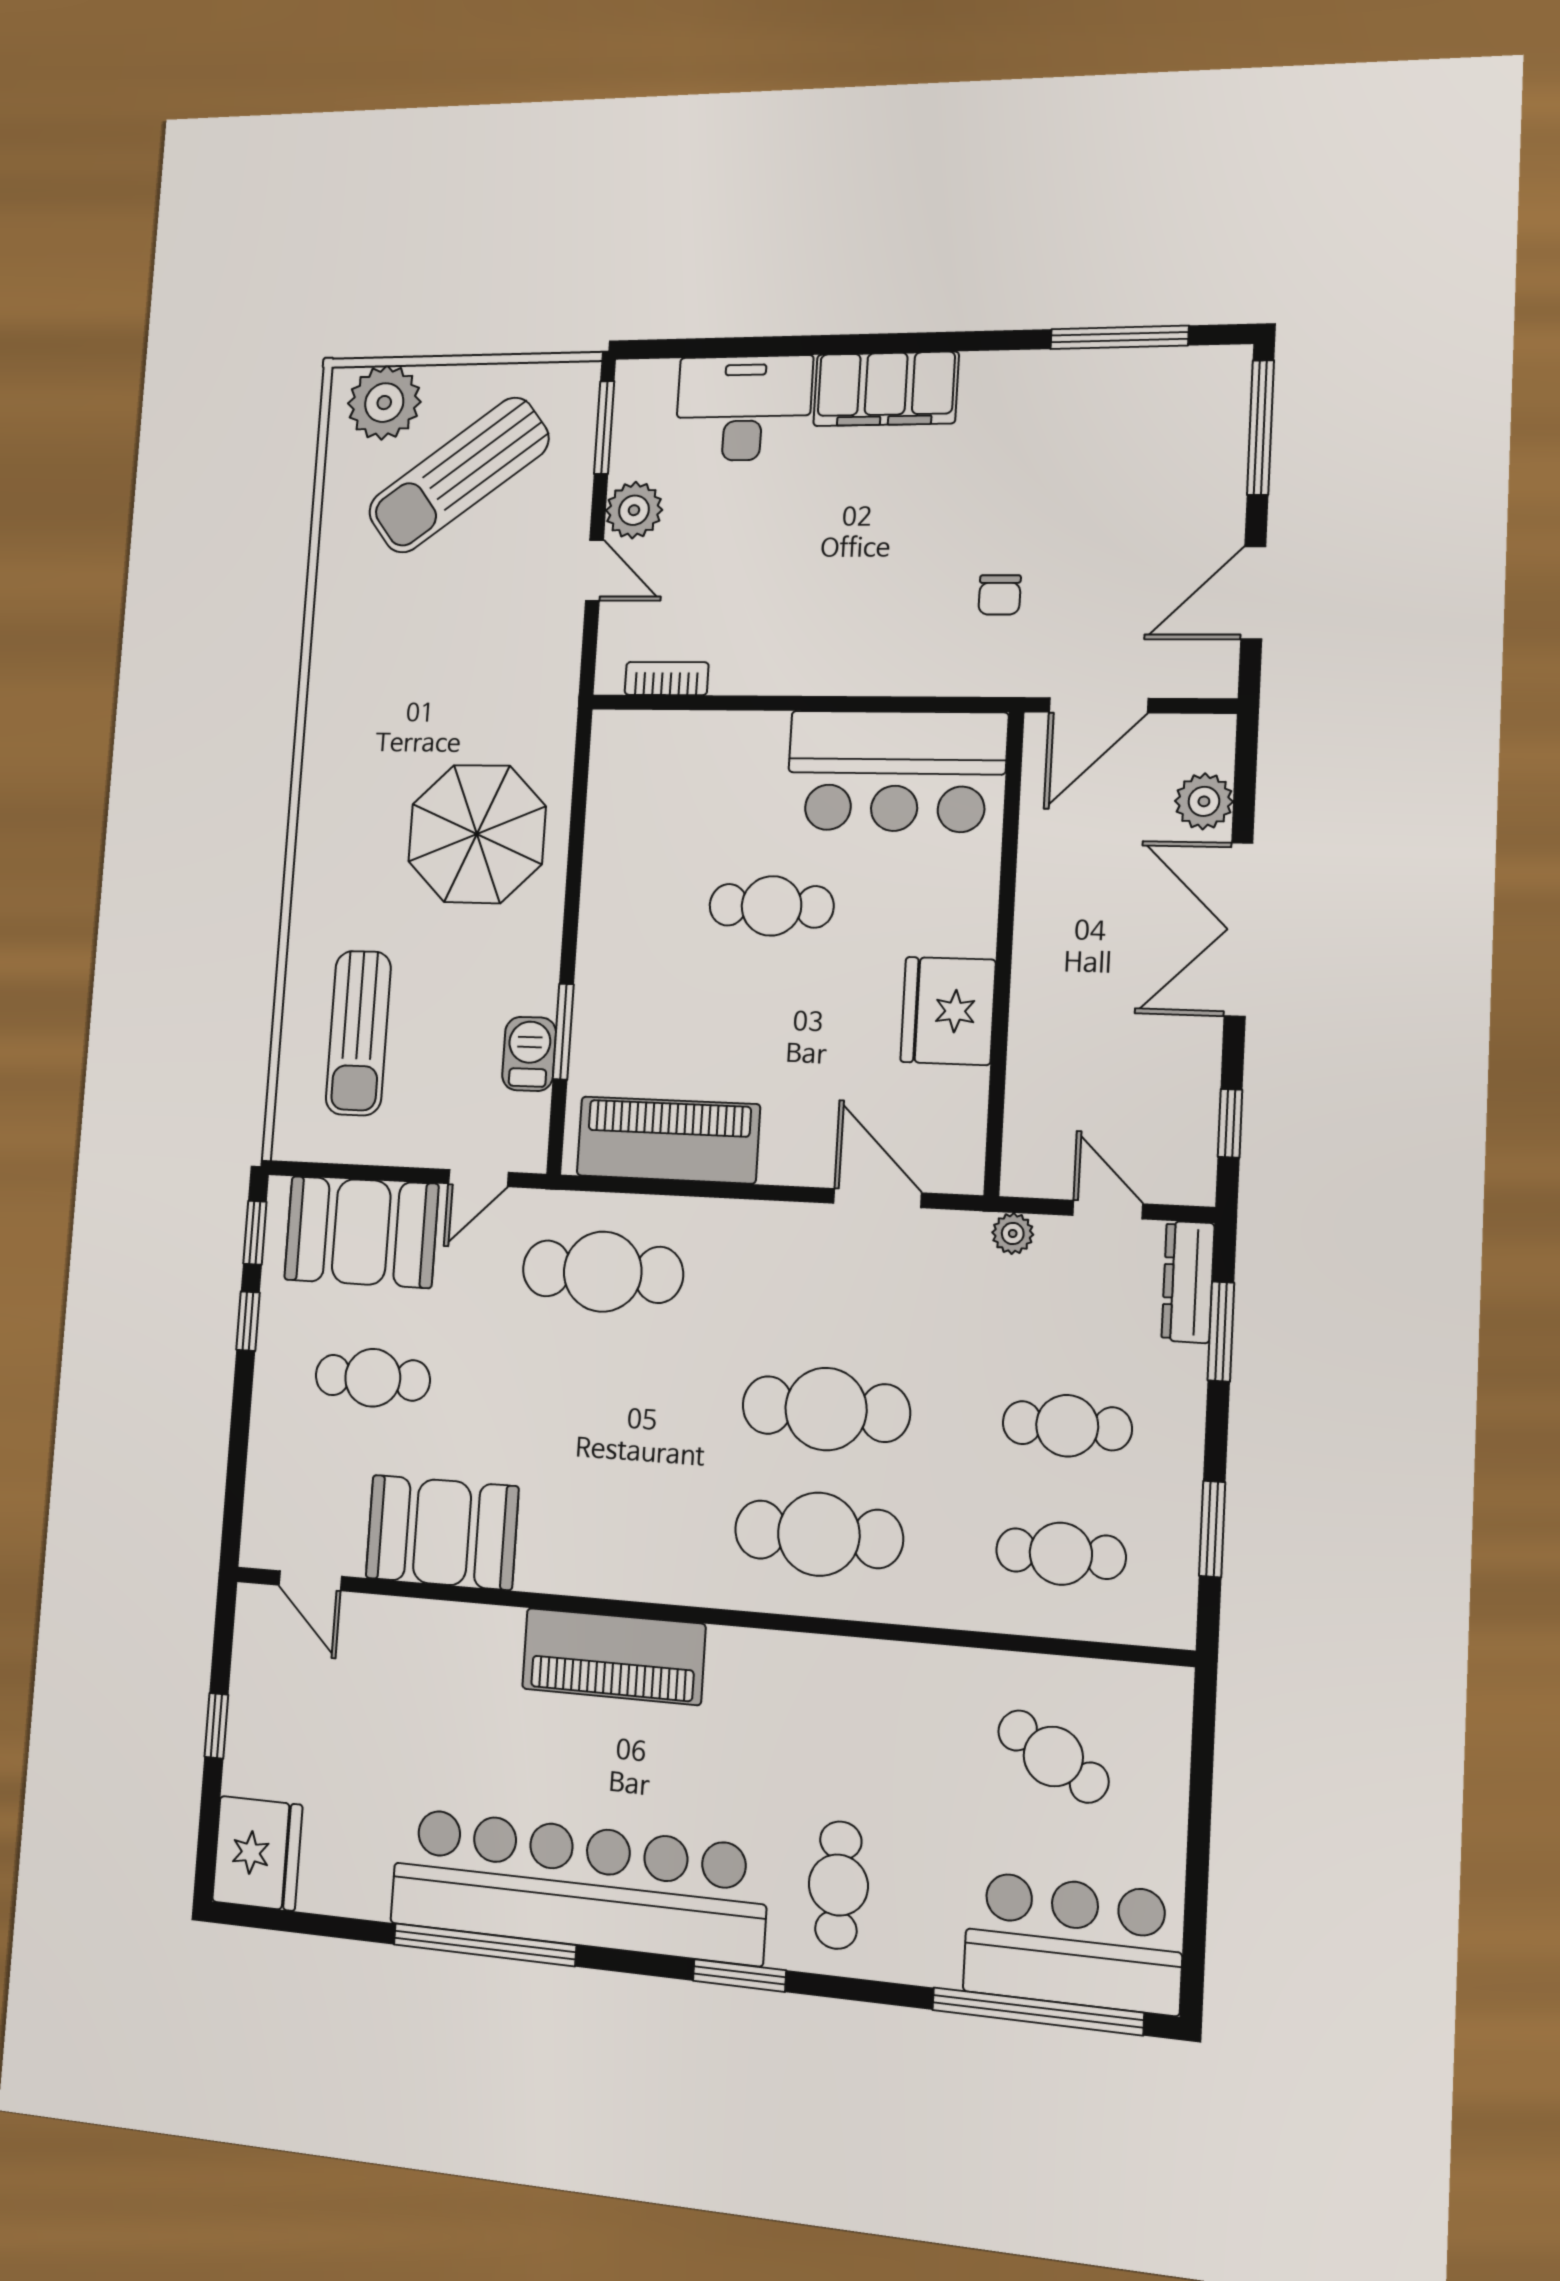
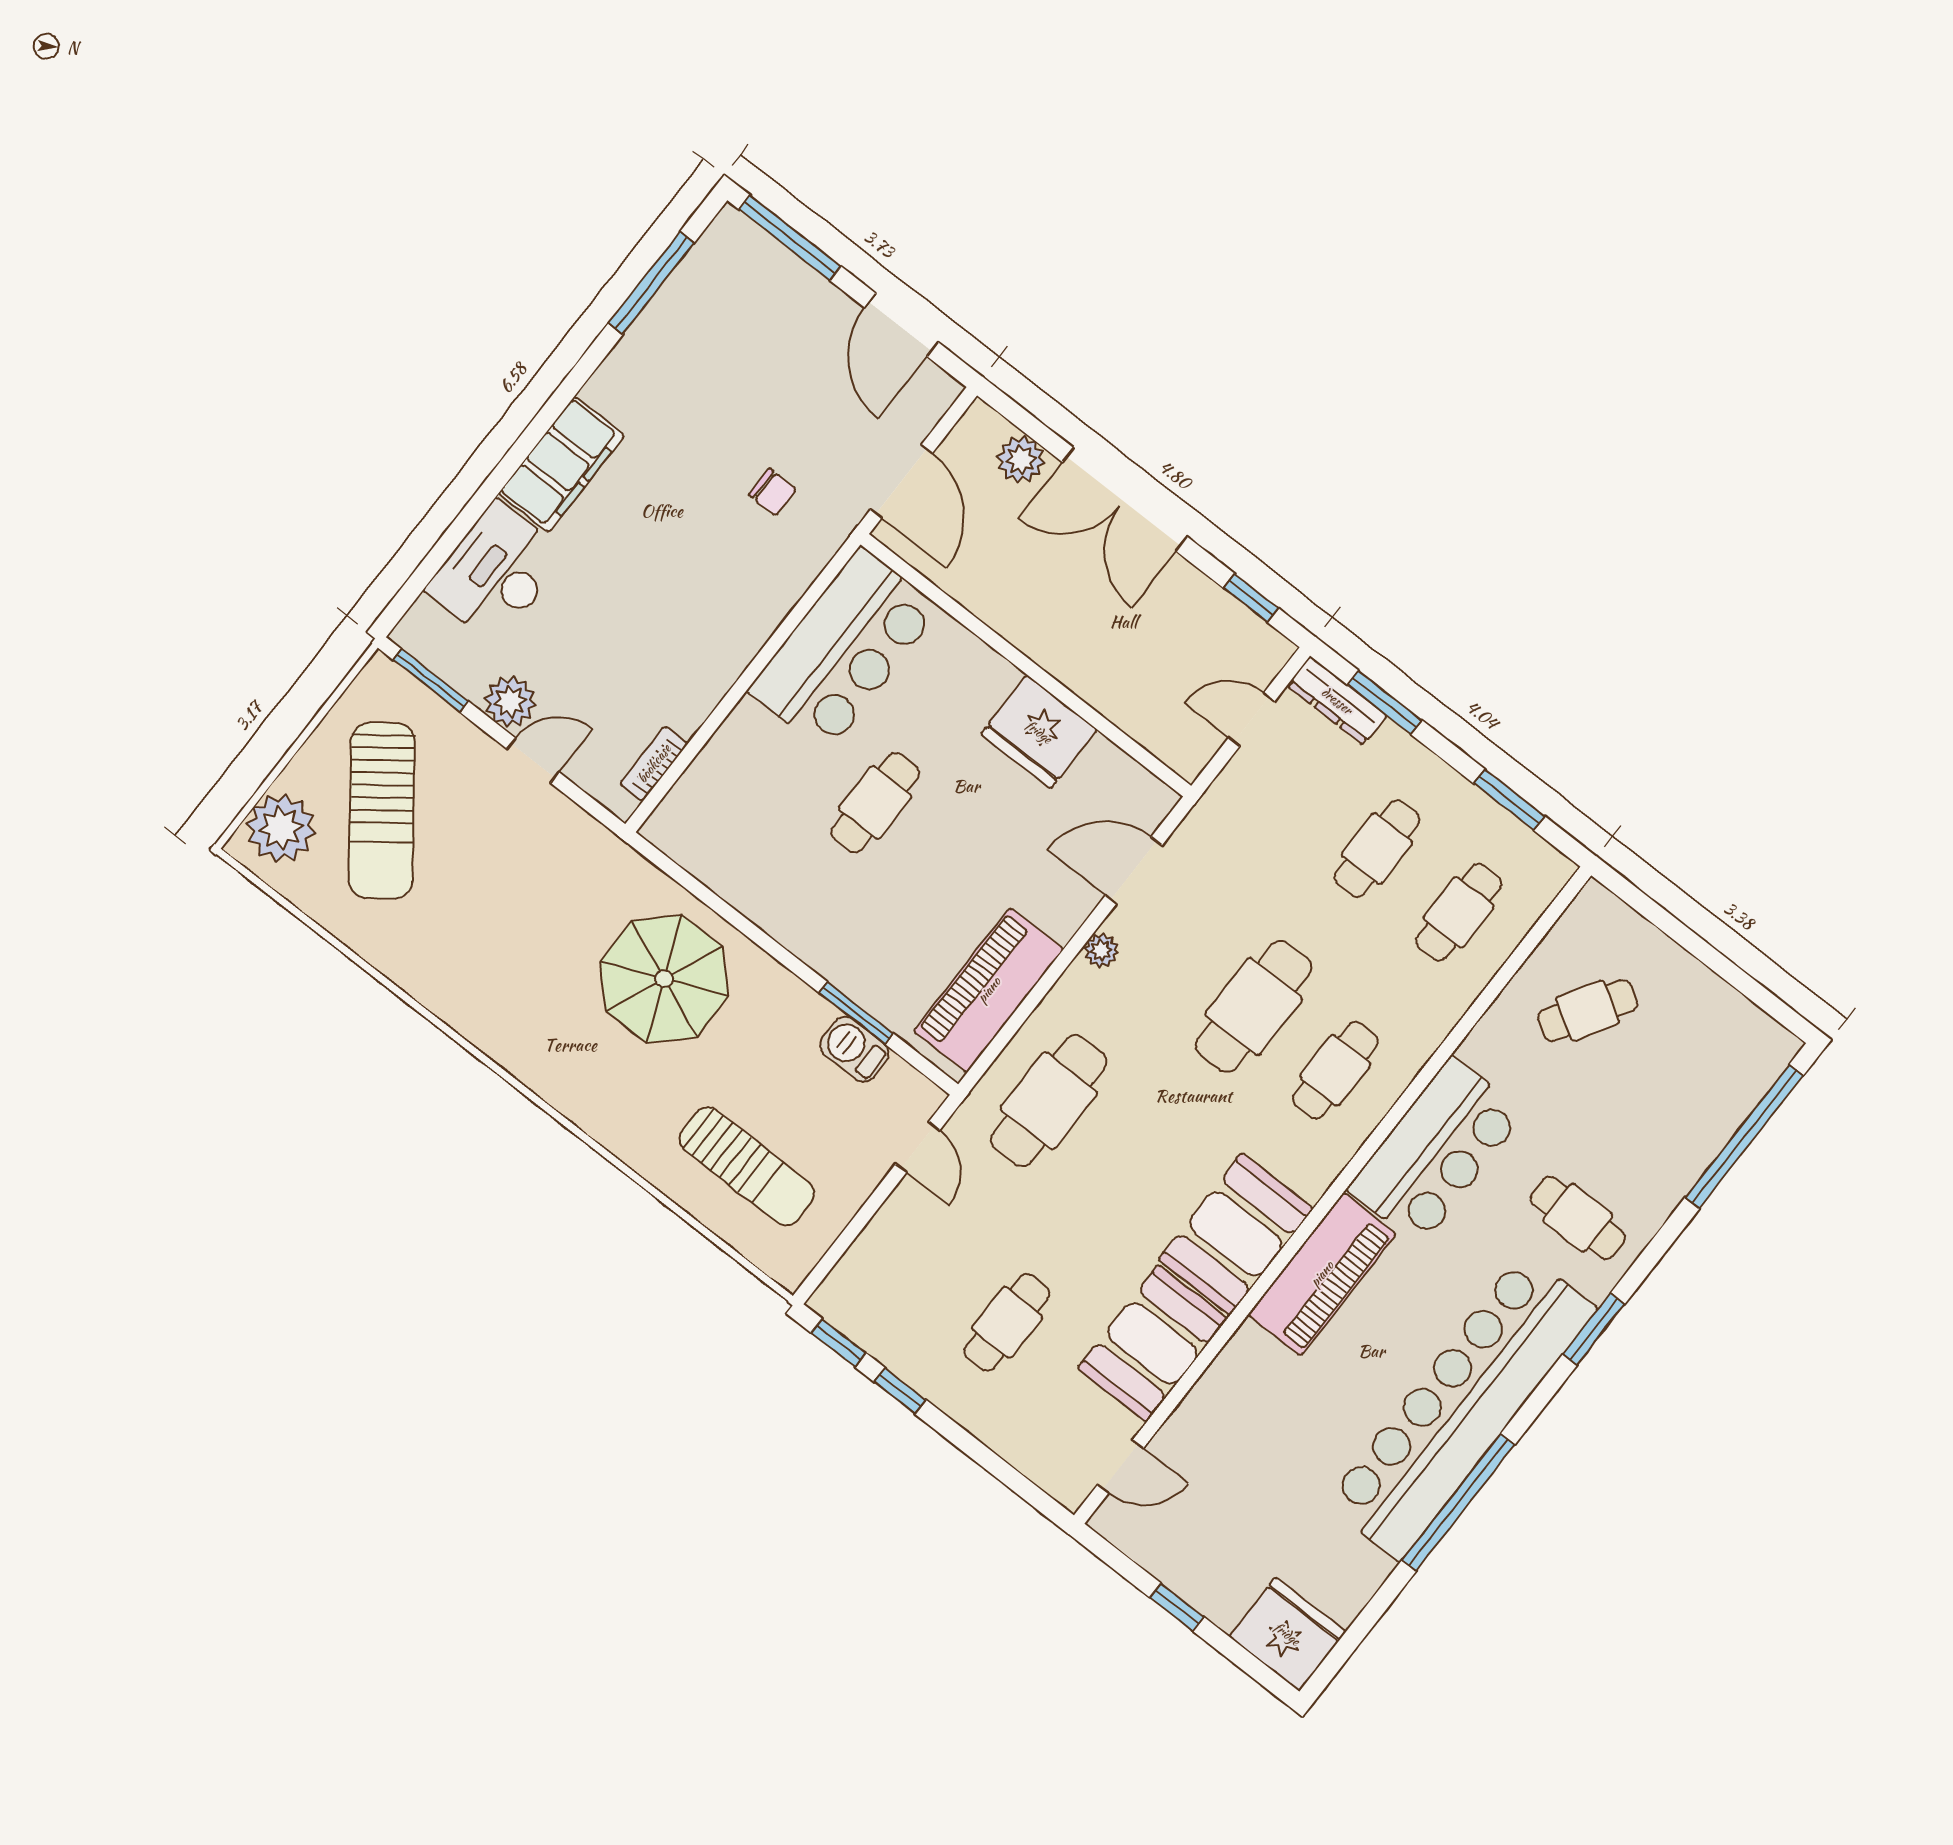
booth: (361, 1232) -> (1236, 1234), moved
plant: (1013, 1233) -> (1101, 950), moved
cafe table: (819, 1534) -> (1335, 1070), width x0.73, depth x0.74
bar counter: (1073, 1943) -> (1436, 1151), moved, turned 180

